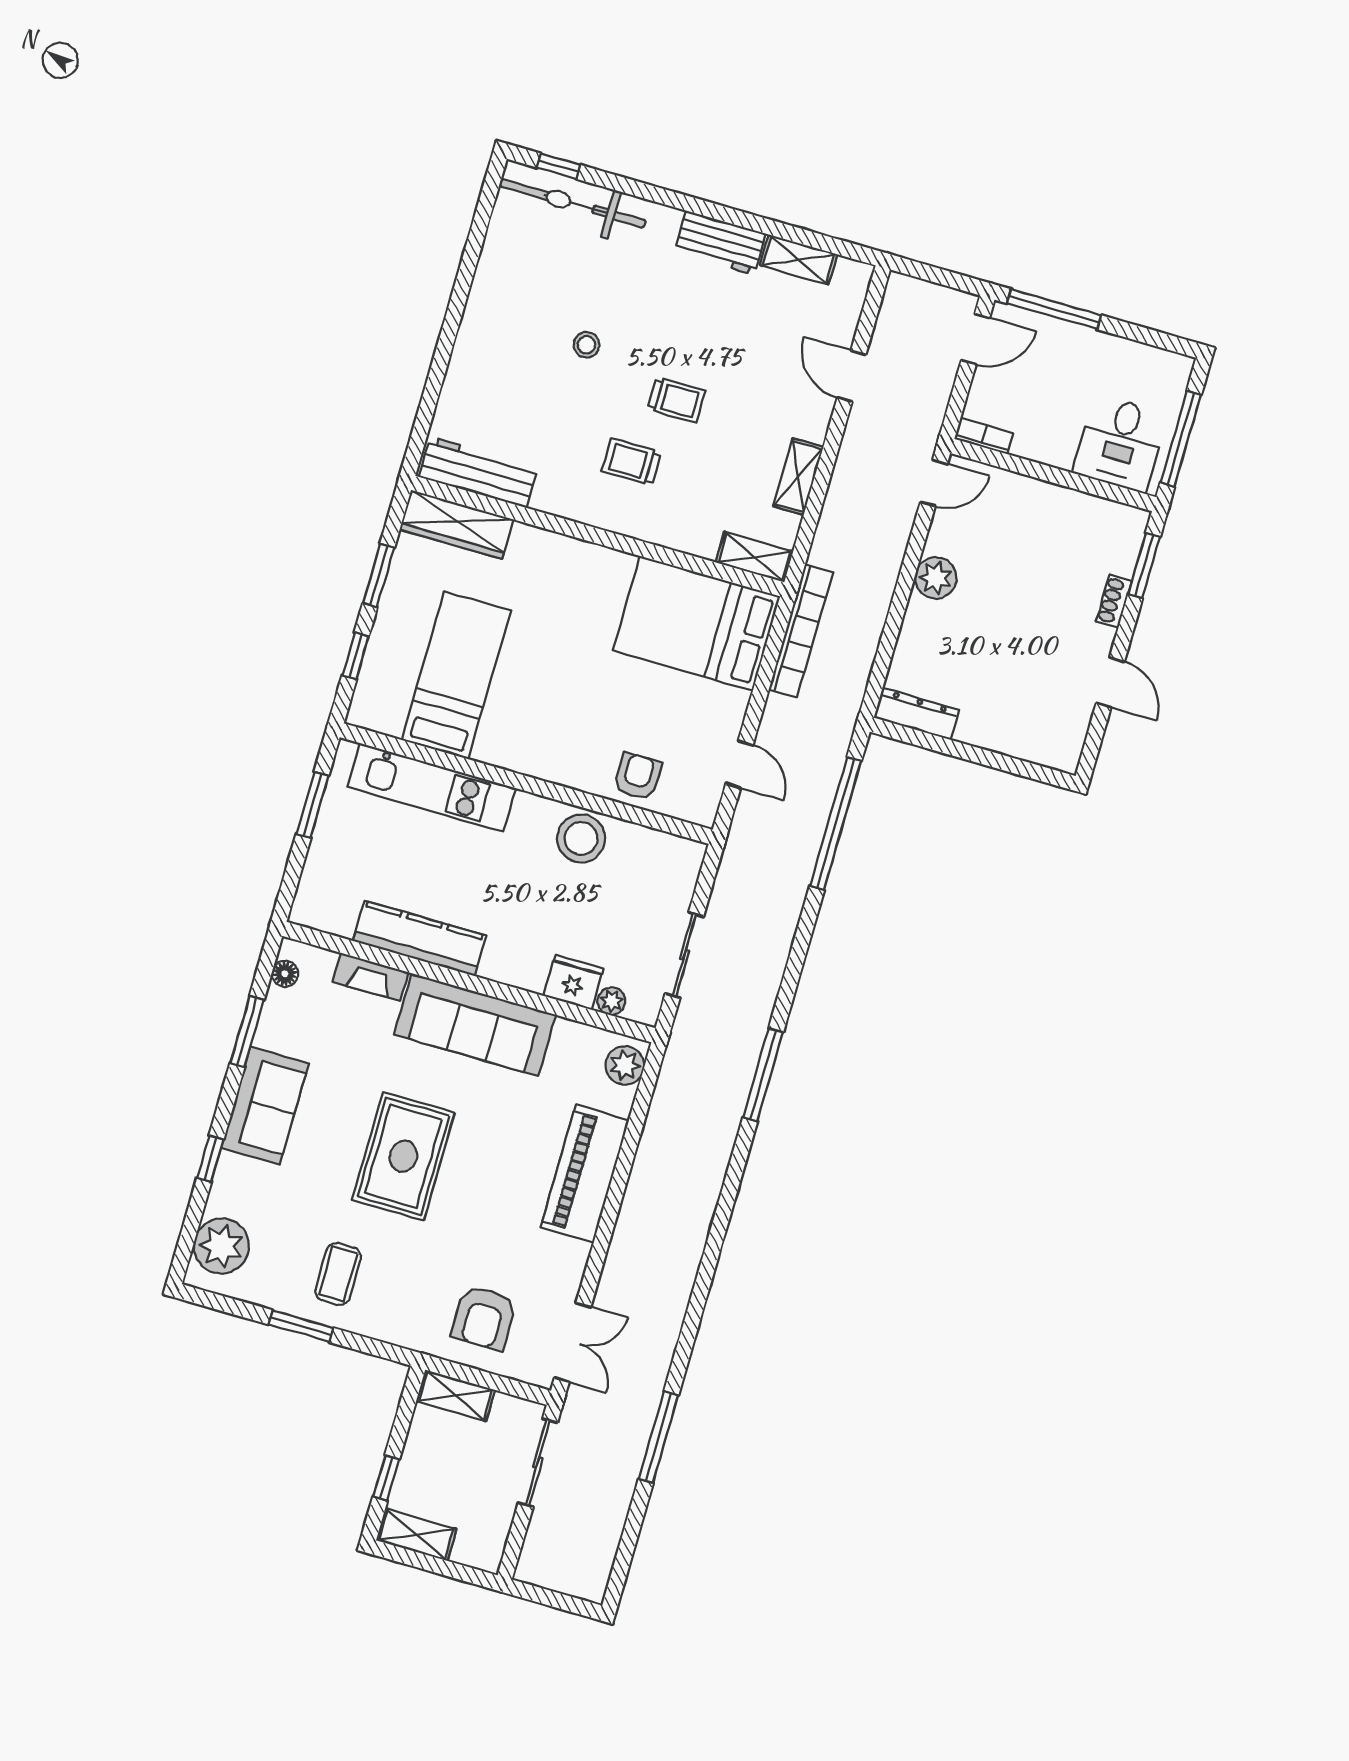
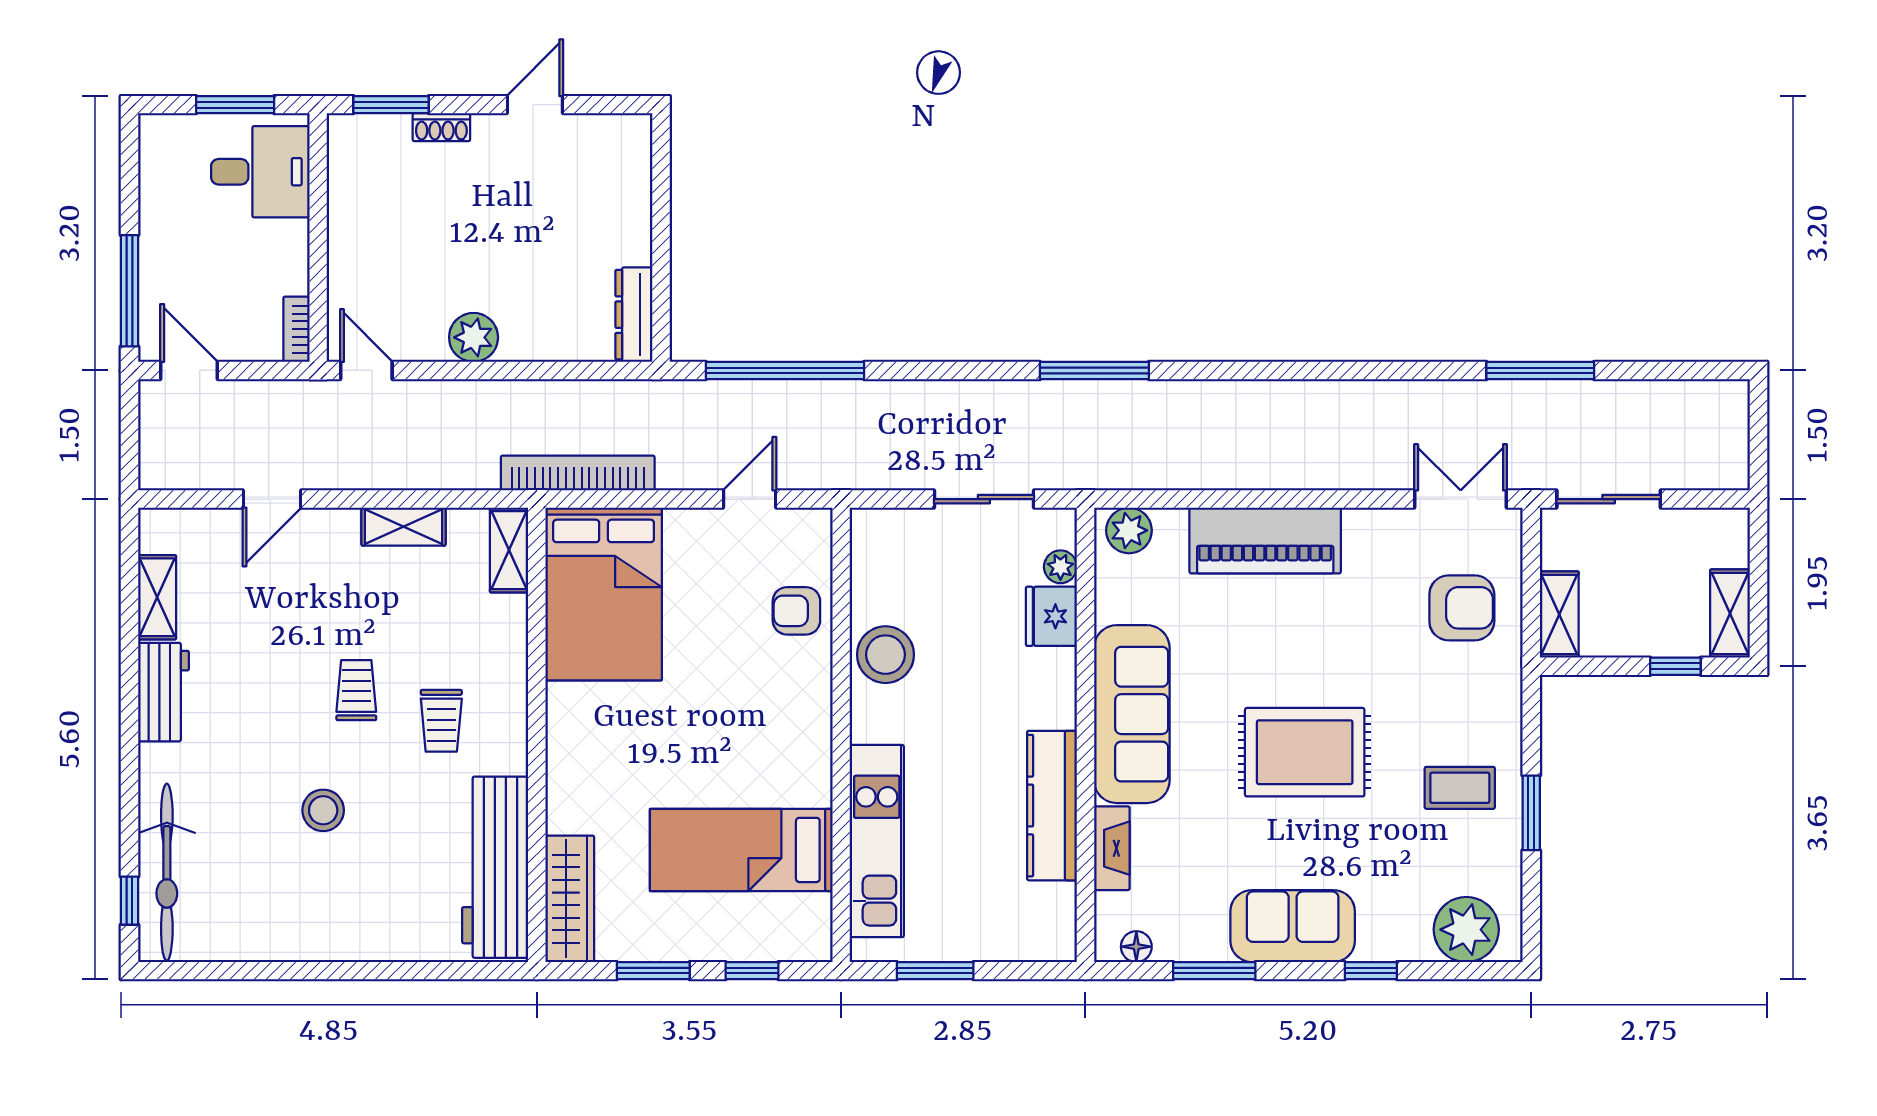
stool: (586, 345) -> (323, 810), width x1.37, depth x1.37
window: (1181, 439) -> (235, 105), width x0.69
workbench: (478, 472) -> (495, 867), width x1.36, depth x1.32

